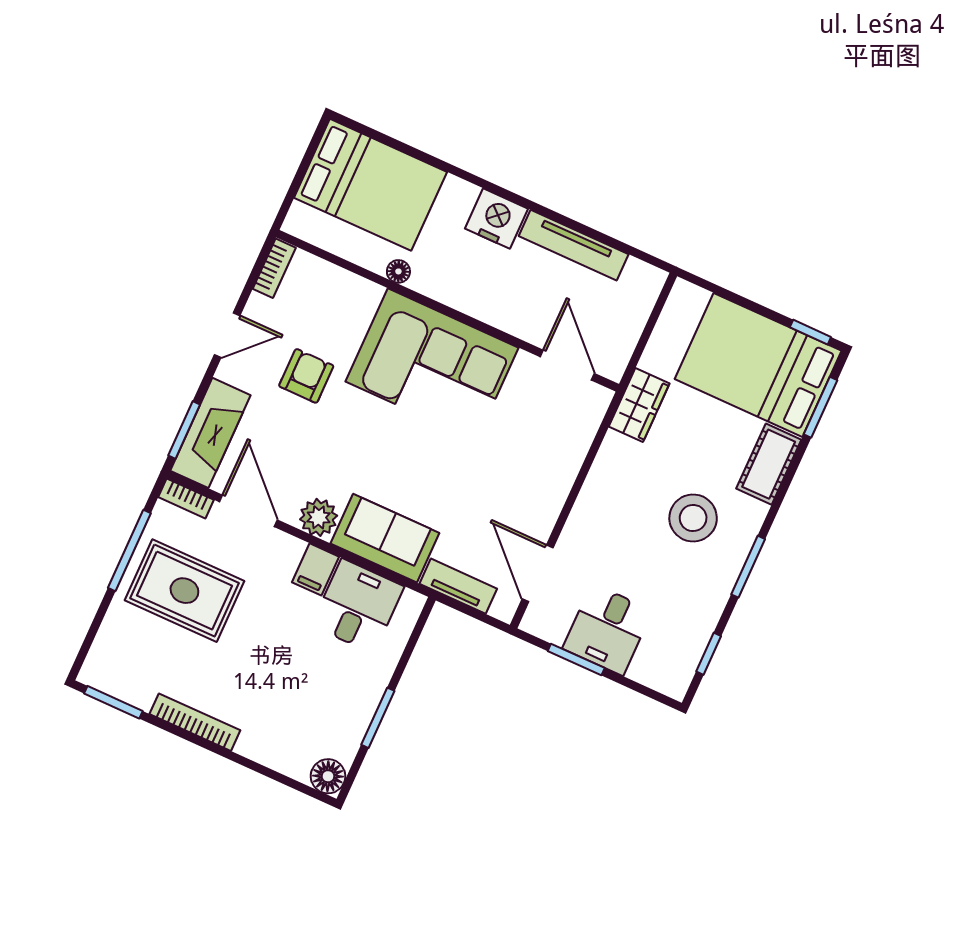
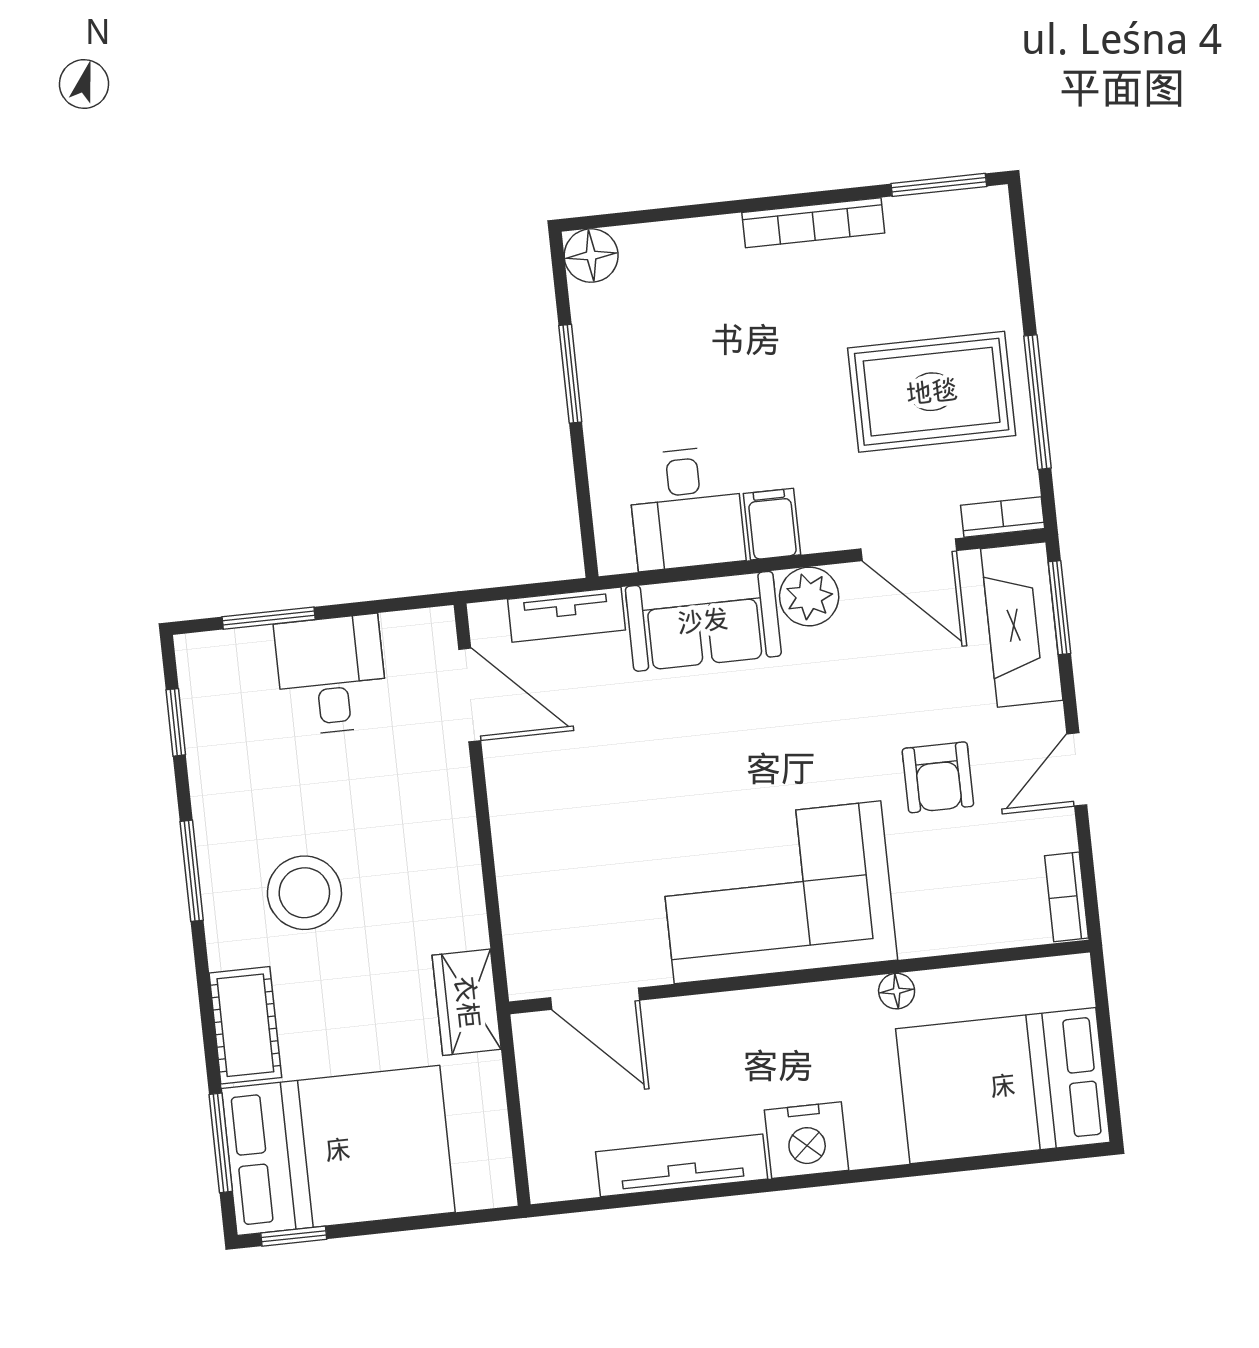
window: (576, 660) -> (269, 618), moved

